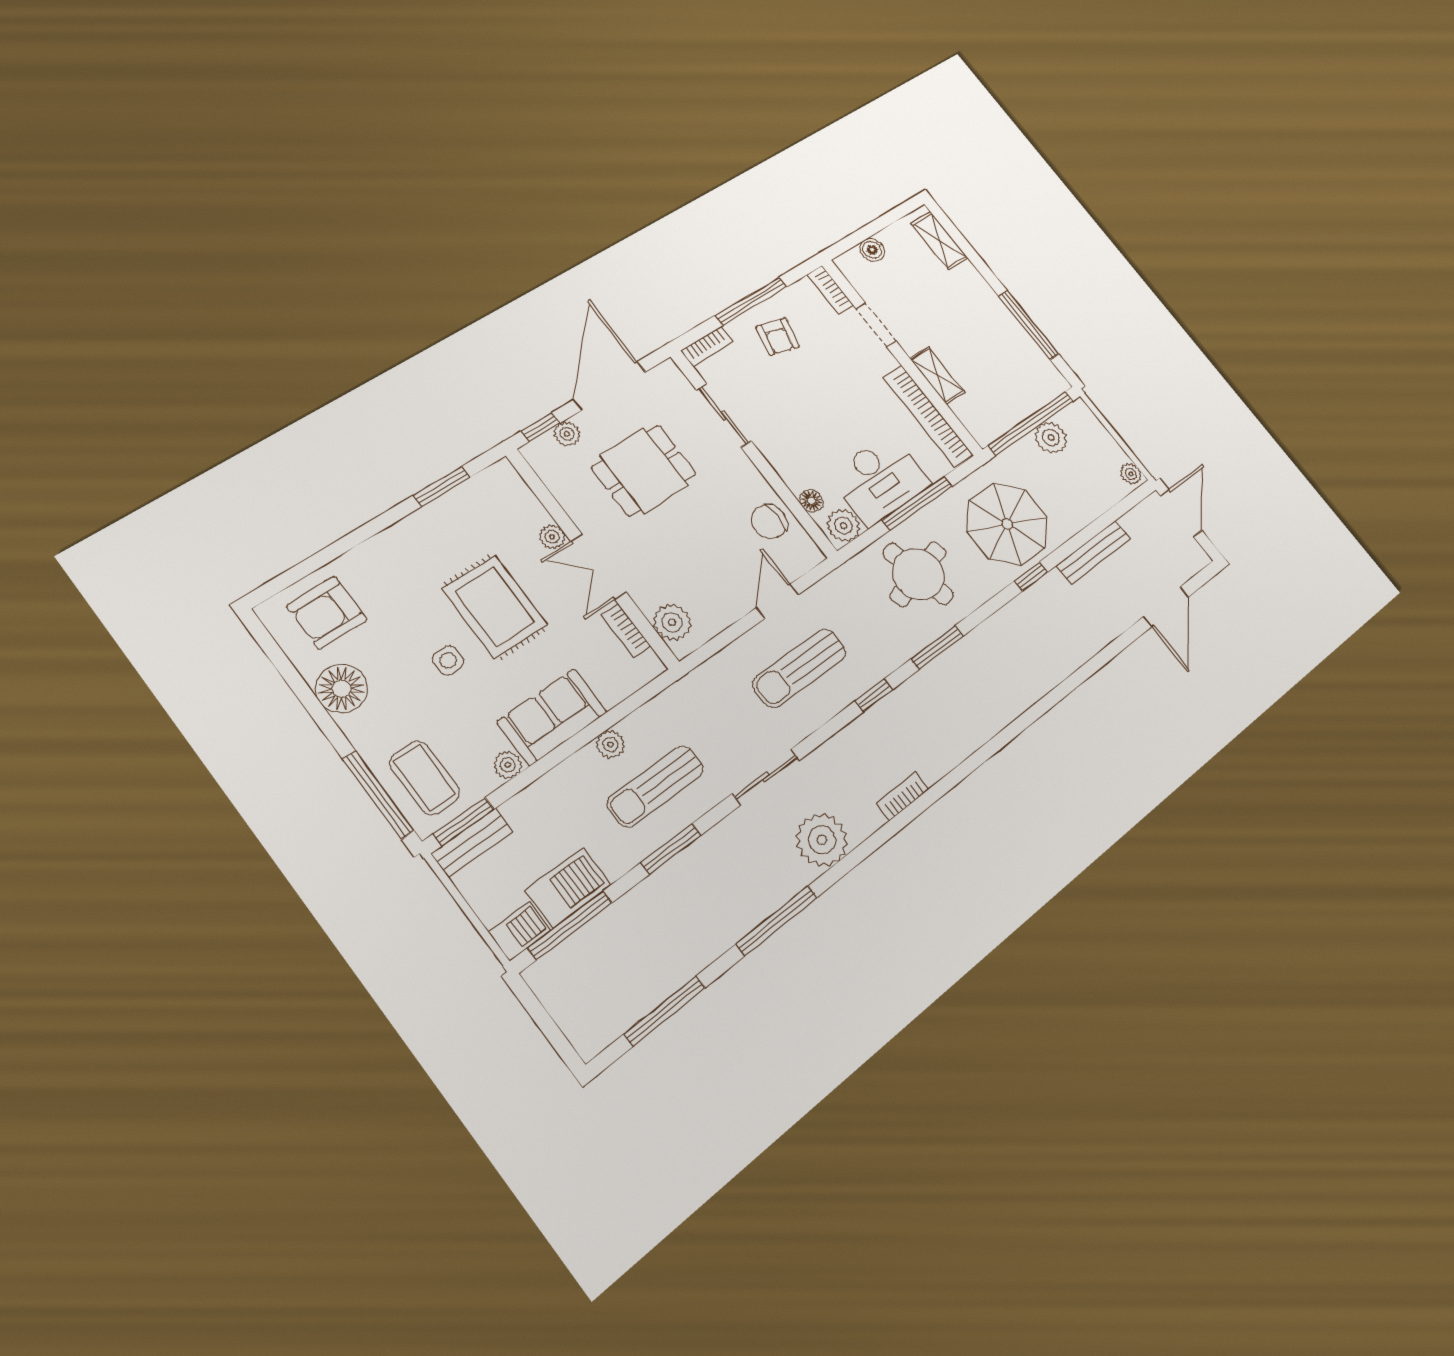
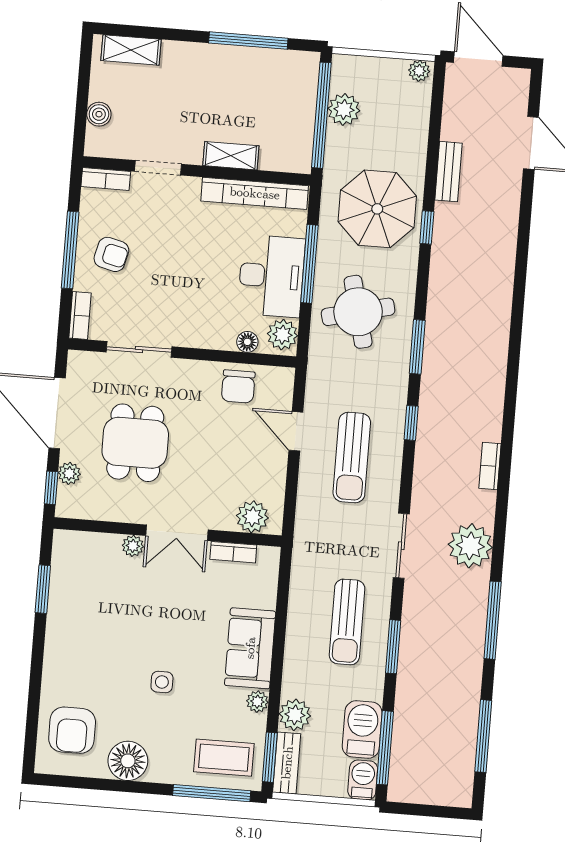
bench: (1094, 552) -> (448, 172), width x0.73
rug: (495, 607) -> (150, 623), removed
plant: (610, 744) -> (295, 715), moved, width x1.38, depth x1.38

